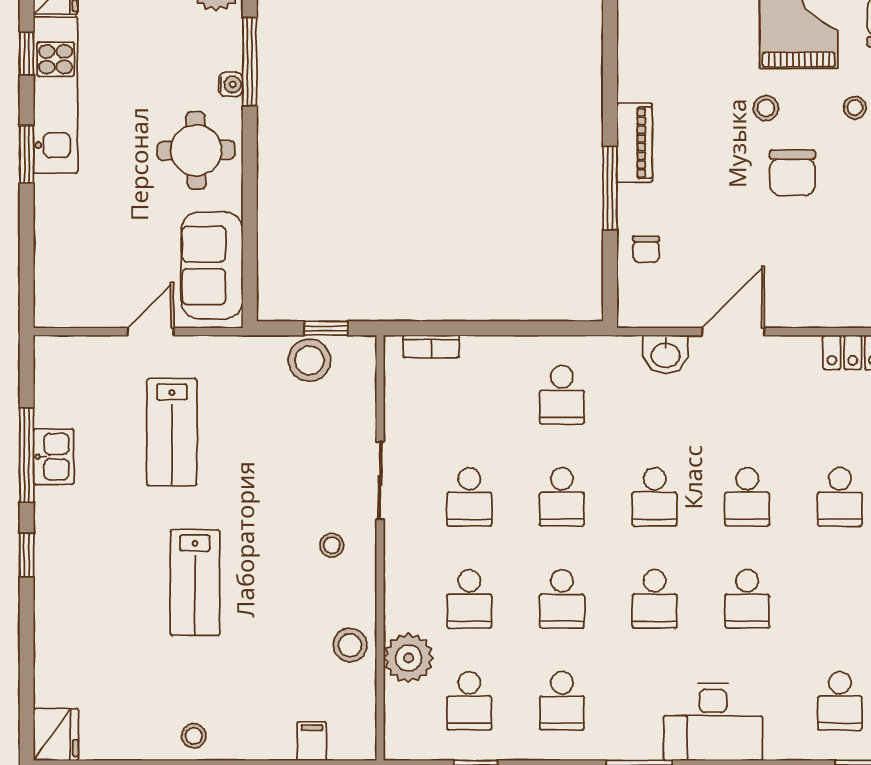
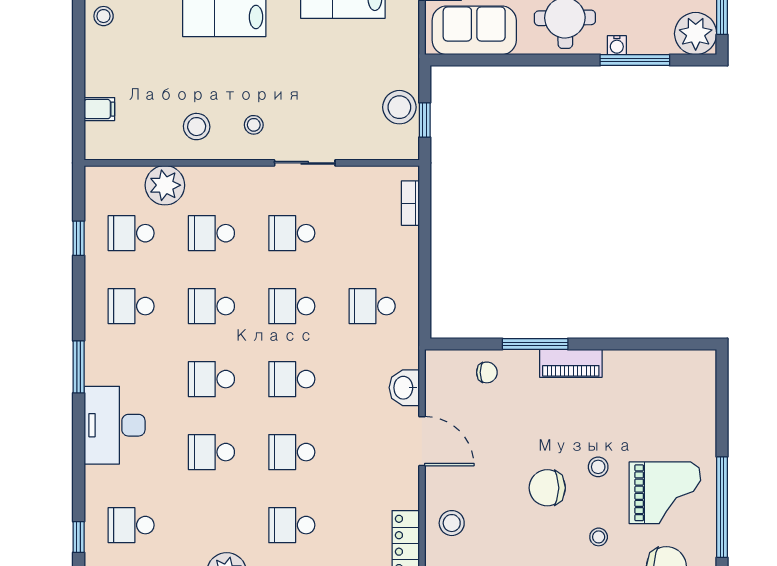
chair: (646, 249) -> (487, 372), turned 180
stool: (837, 294) -> (452, 523), added
stool: (350, 645) -> (197, 127), moved

